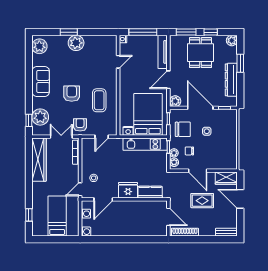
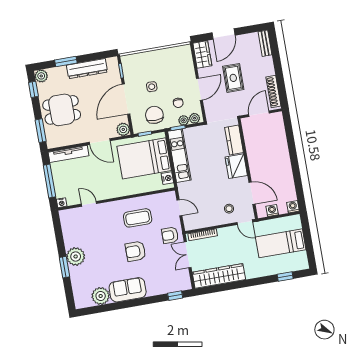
window: (211, 32) -> (33, 89), moved
plant: (39, 46) -> (101, 296), moved
plant: (40, 117) -> (169, 283), removed

